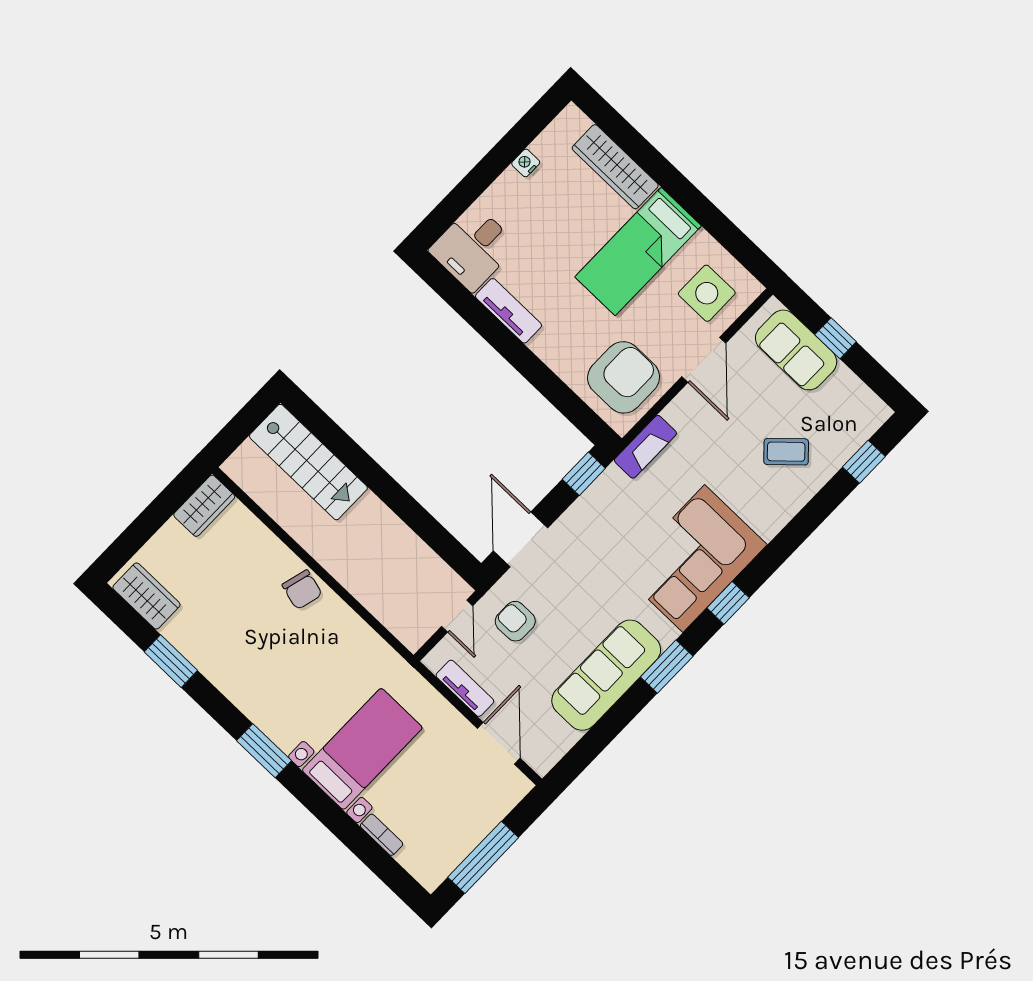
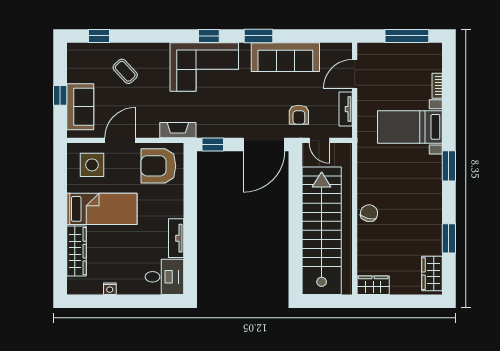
stairs: (308, 462) -> (322, 231), width x1.86, depth x1.51
door: (521, 539) -> (264, 144), width x1.36
door: (457, 616) -> (319, 140), swing flipped

